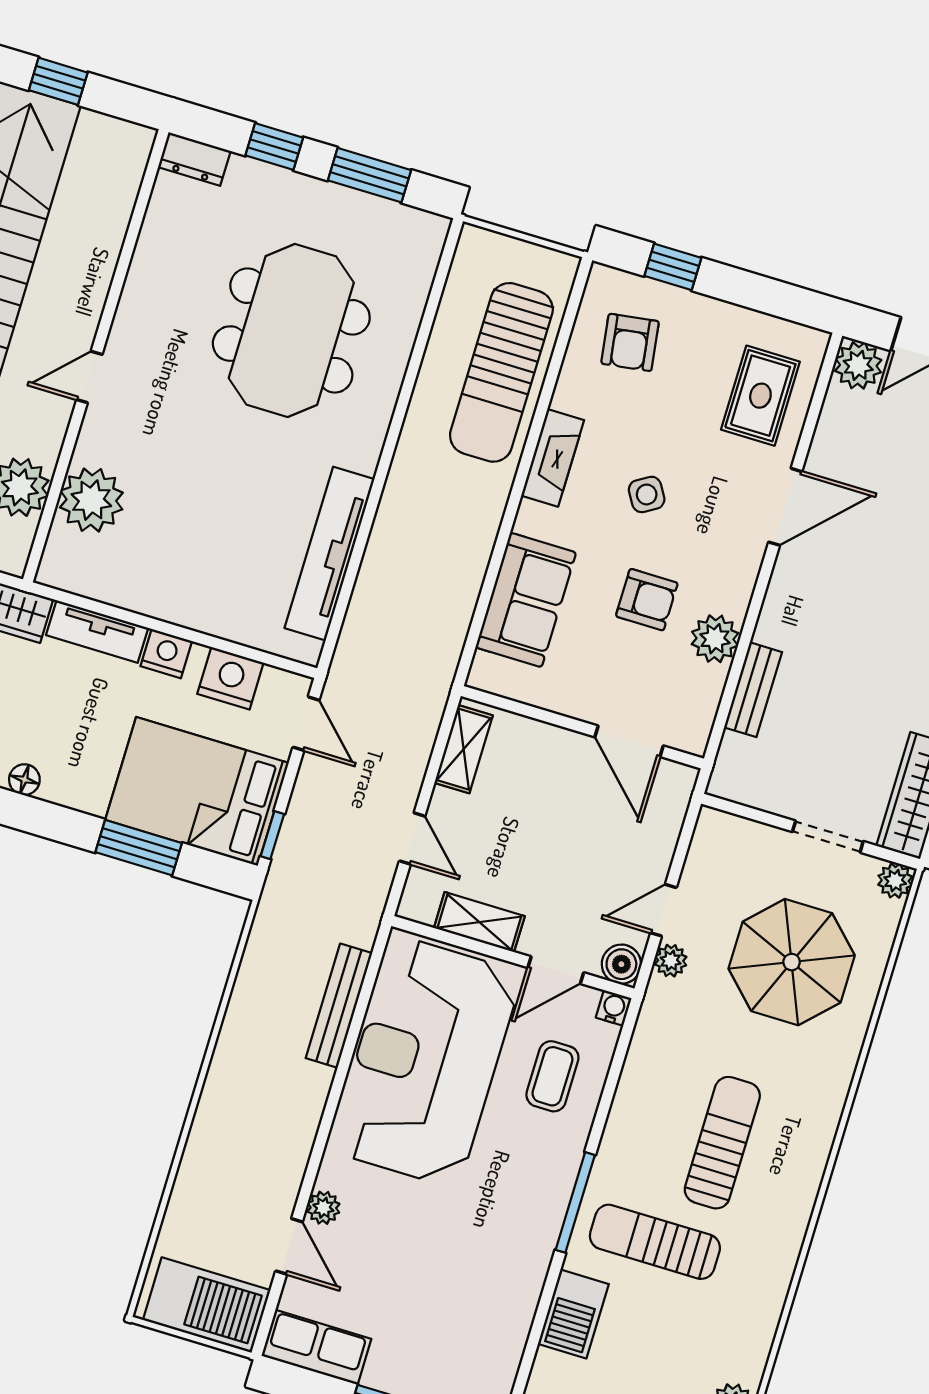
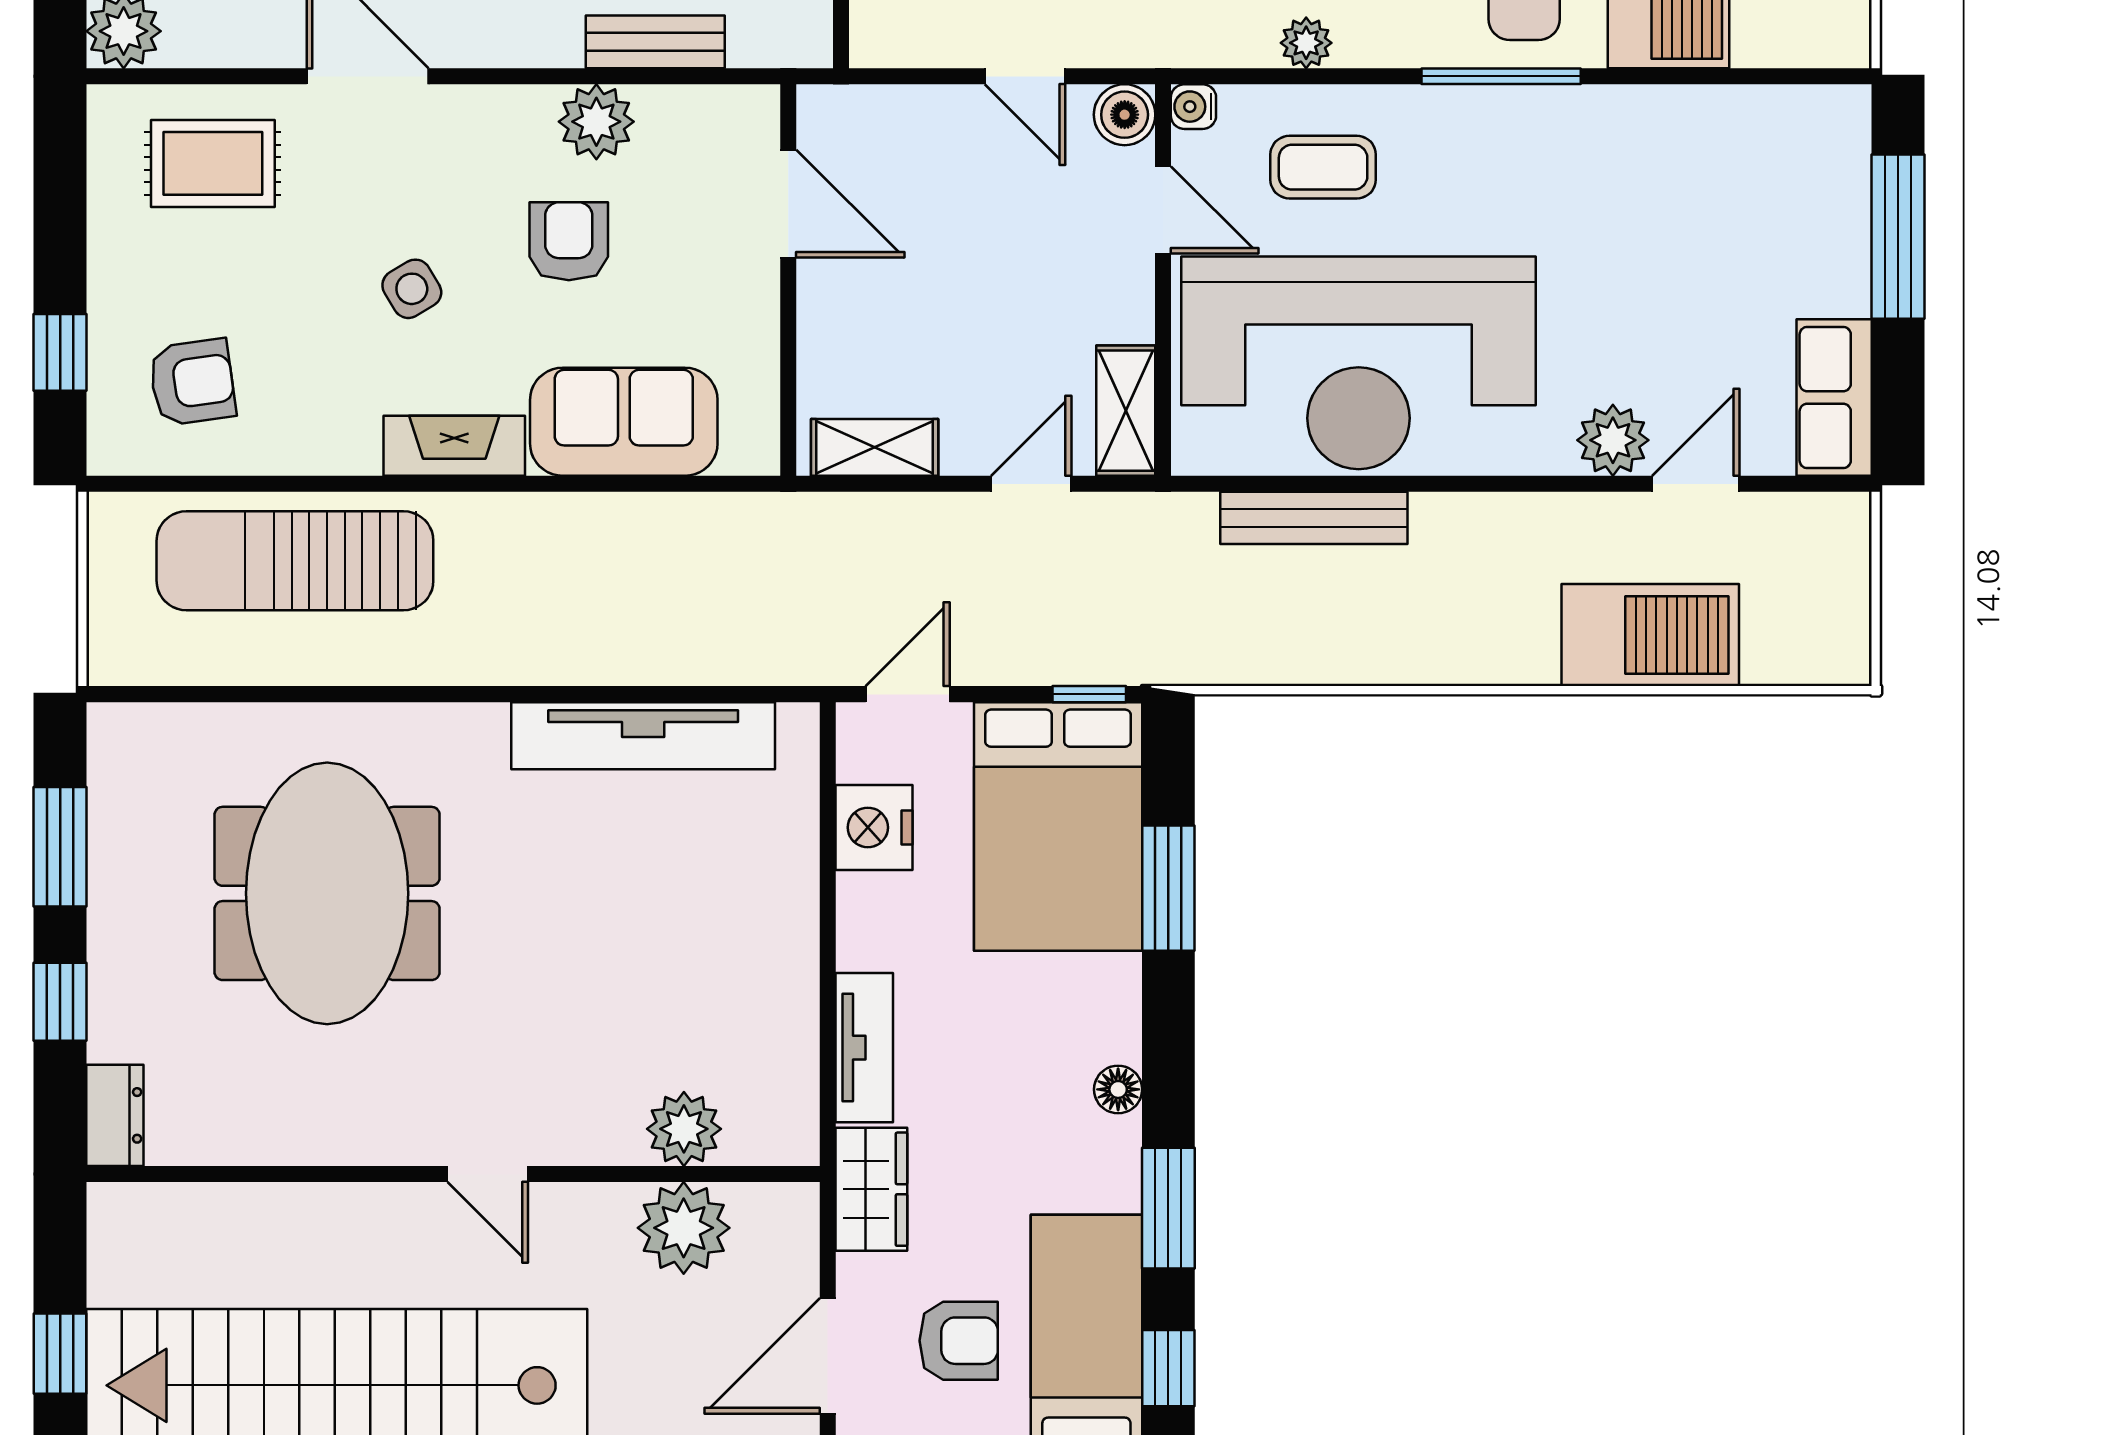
meeting table: (291, 330) -> (327, 893), turned 90
sun lounger: (501, 372) -> (295, 561), turned 180
fireplace: (553, 458) -> (454, 446), moved
plant: (91, 500) -> (684, 1129), width x0.73, depth x0.73
nightstand: (166, 654) -> (866, 935), removed
door: (629, 741) -> (788, 204), hinge flipped
shelving: (479, 922) -> (1126, 411), moved
plant: (671, 961) -> (1306, 43), moved
plant: (323, 1208) -> (1613, 440), width x1.38, depth x1.38
barbecue: (207, 1305) -> (1650, 635), moved, turned 90

